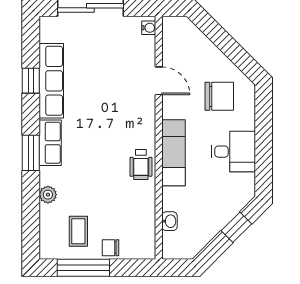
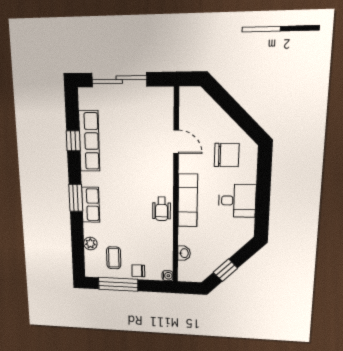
water cooler: (149, 28) -> (168, 276), moved
row of seats: (50, 143) -> (91, 205), moved
plant: (48, 195) -> (90, 244), moved
window: (236, 227) -> (225, 270), moved

